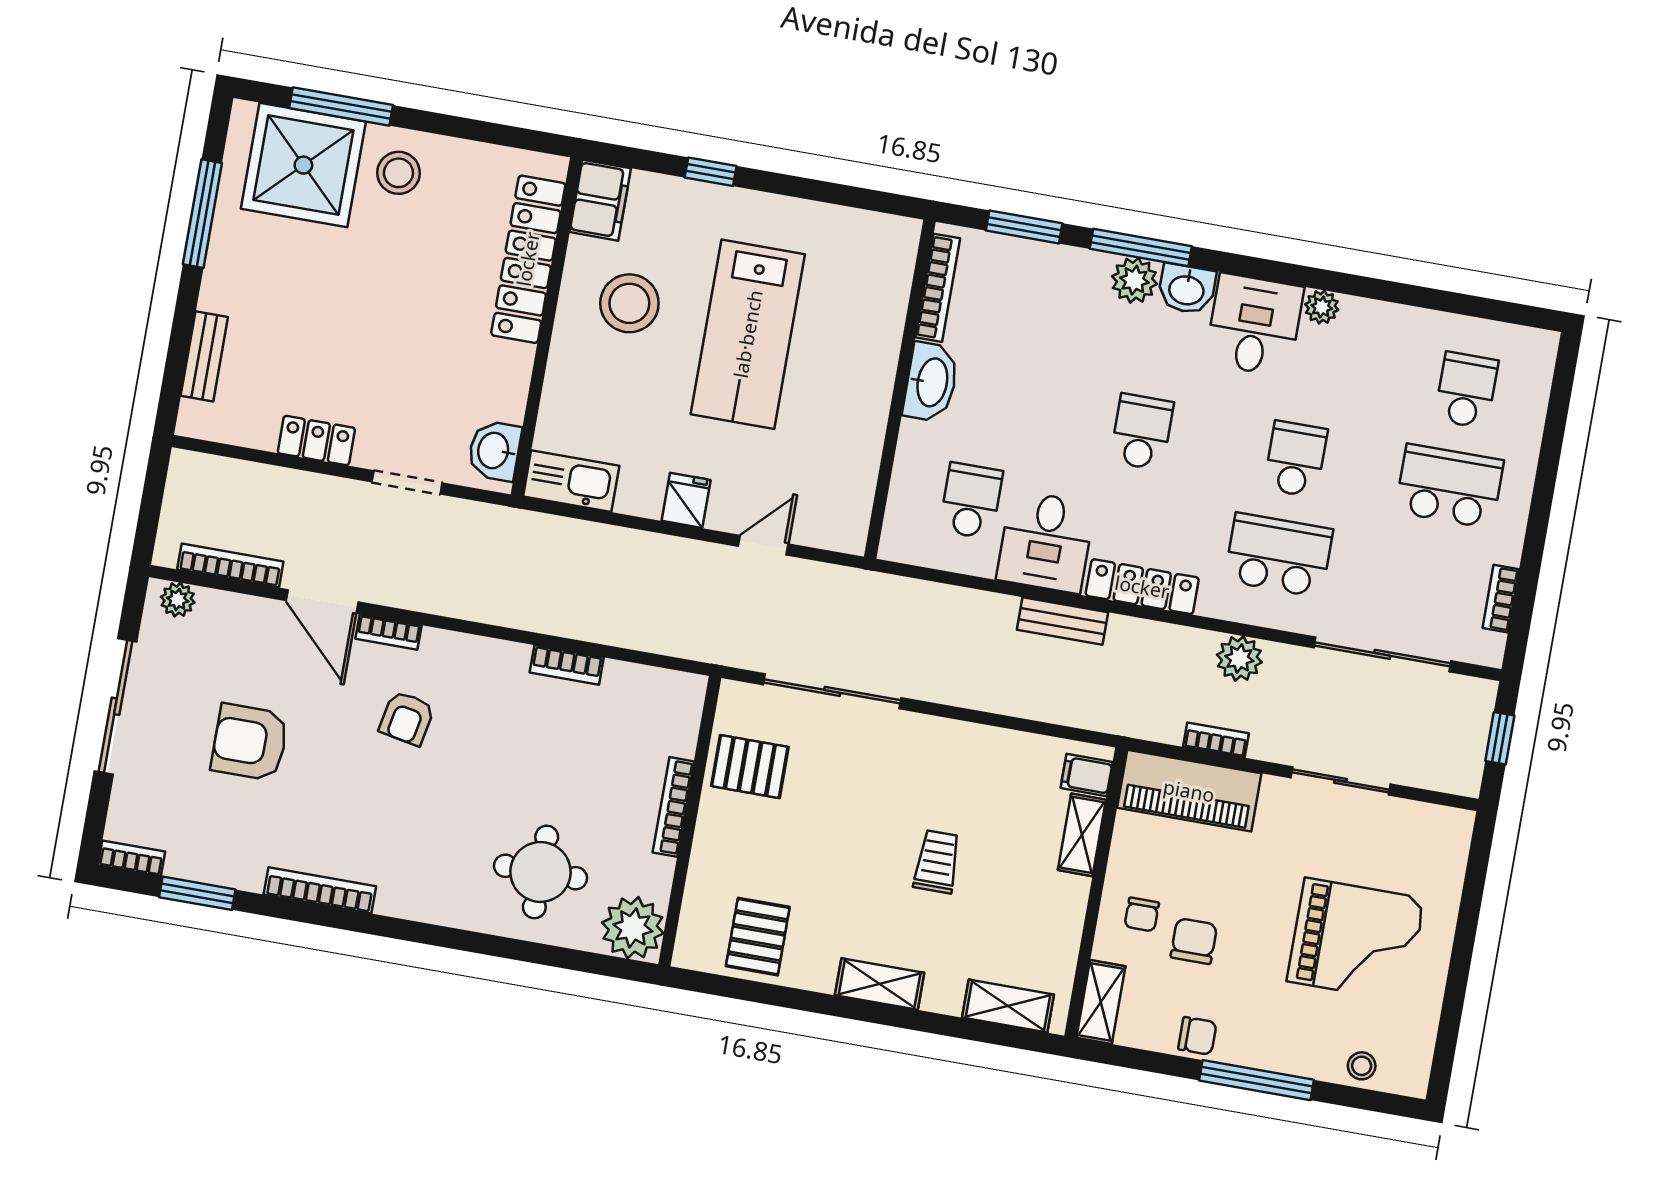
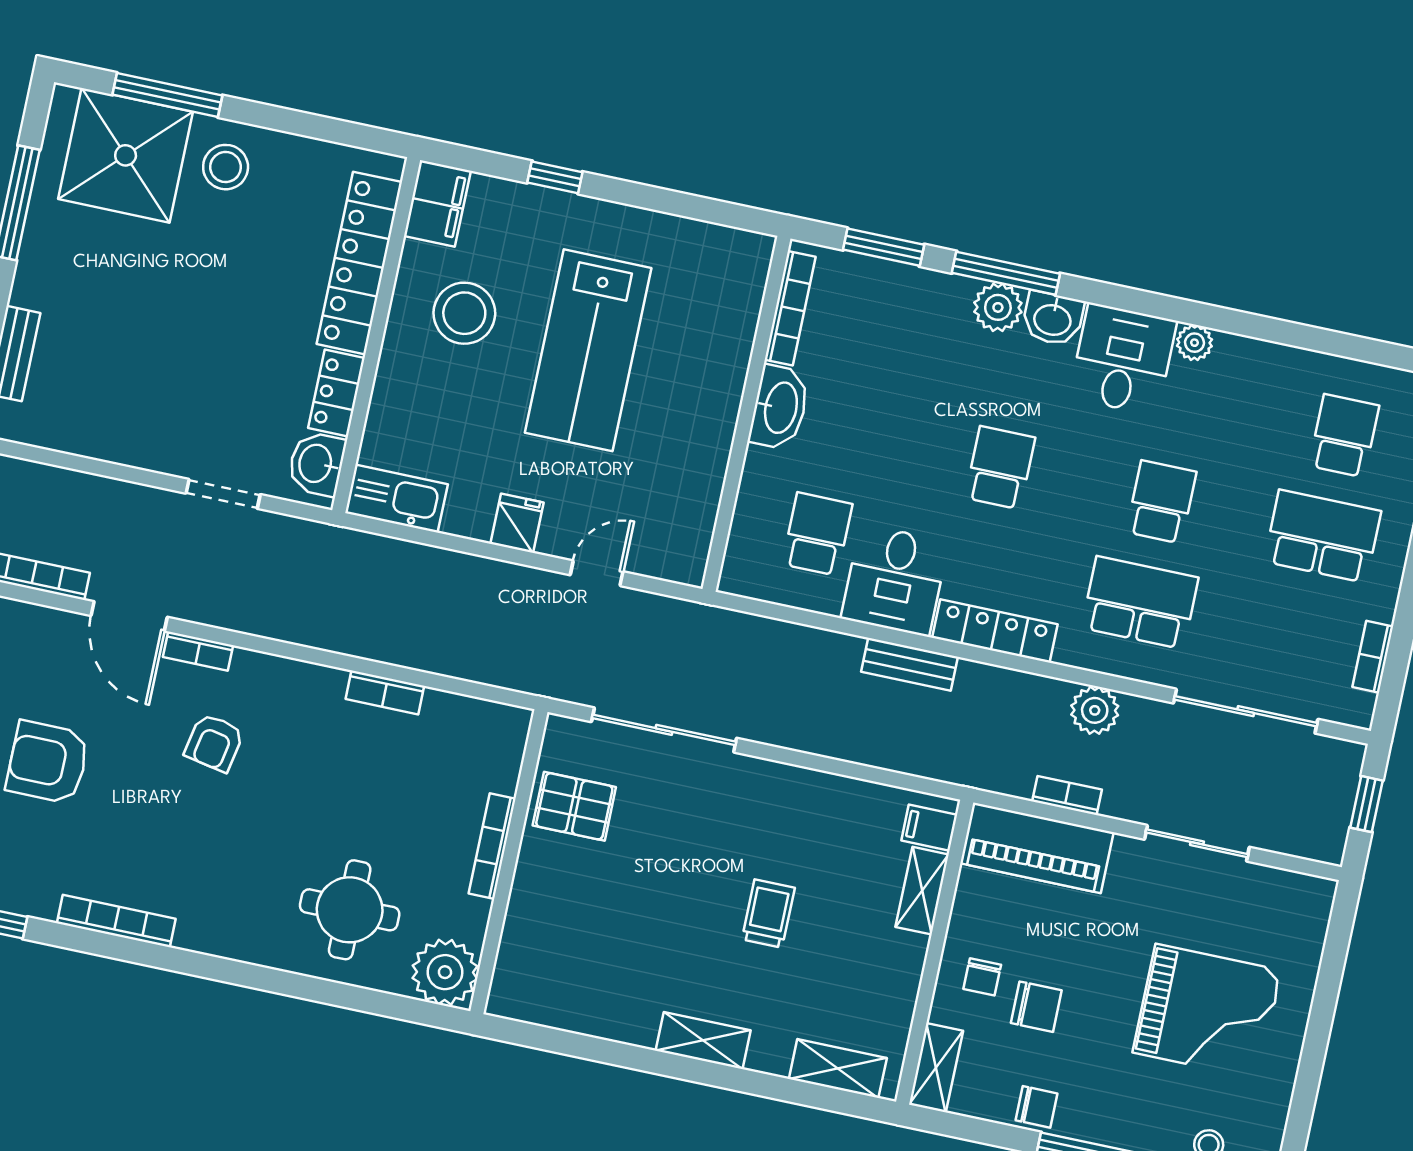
locker: (316, 441) -> (336, 393), moved, turned -90
pallet: (758, 937) -> (576, 986), removed
chair: (1194, 941) -> (1036, 1007), turned 90

